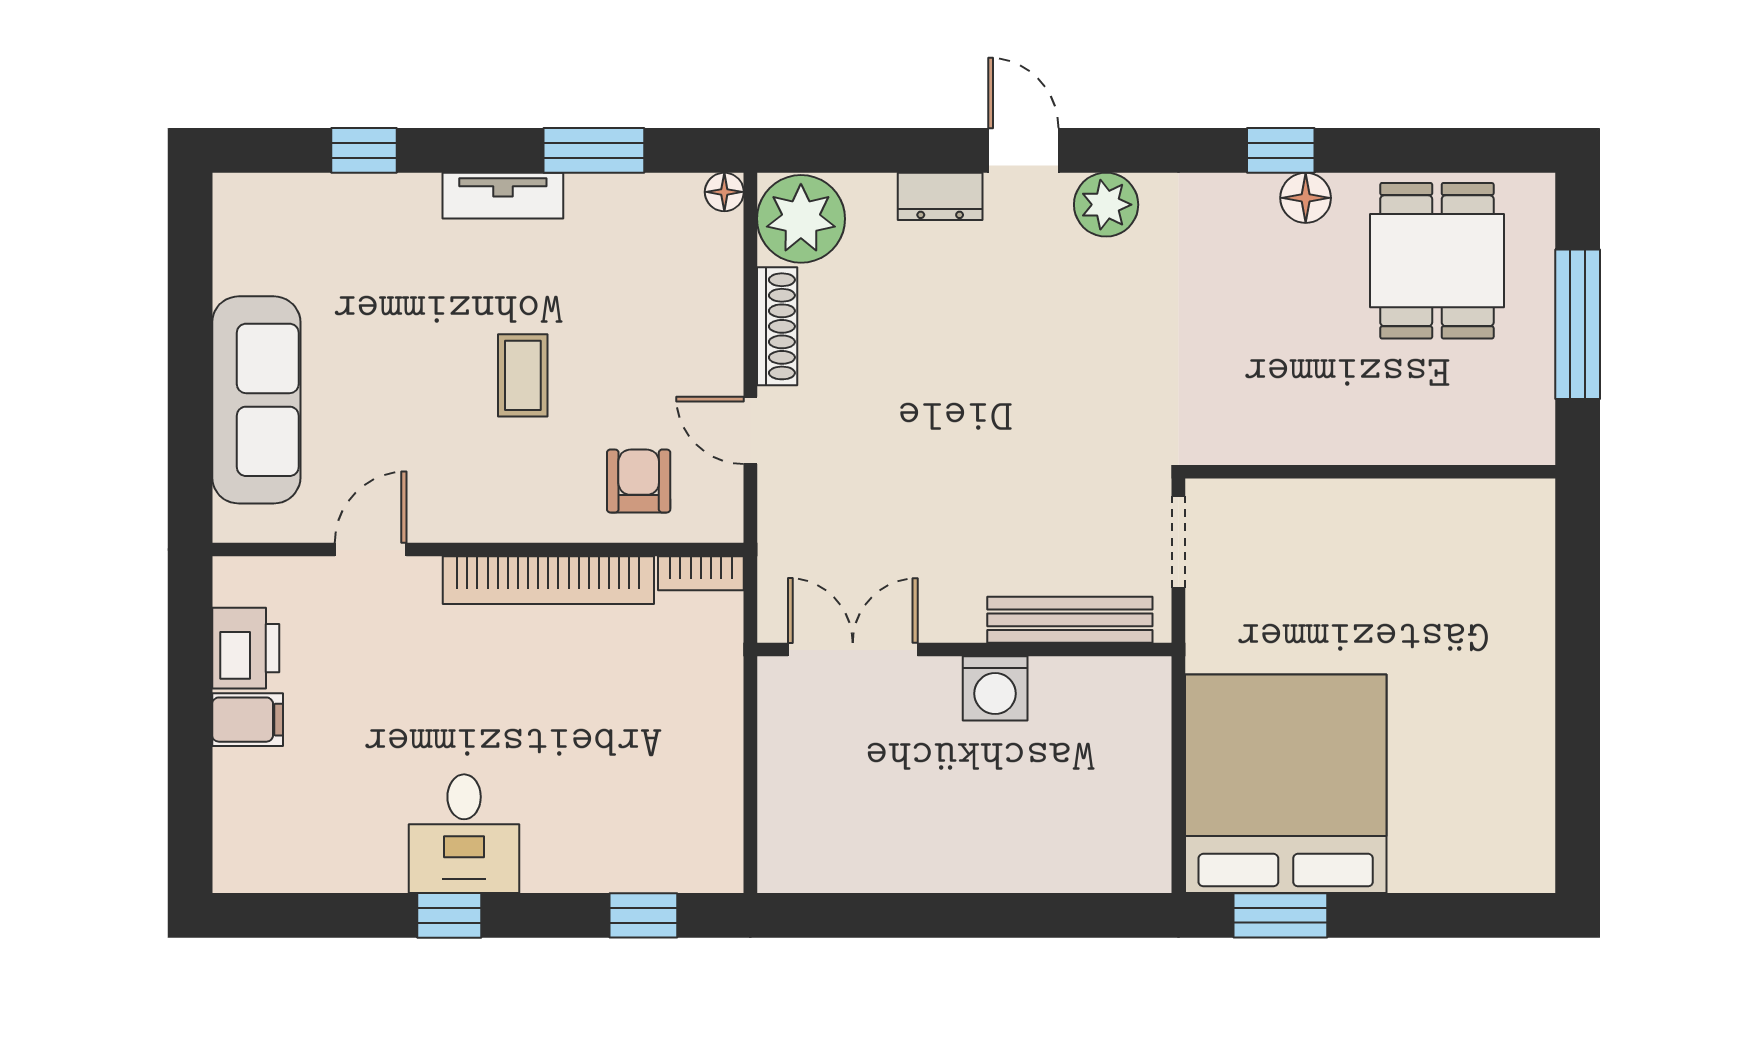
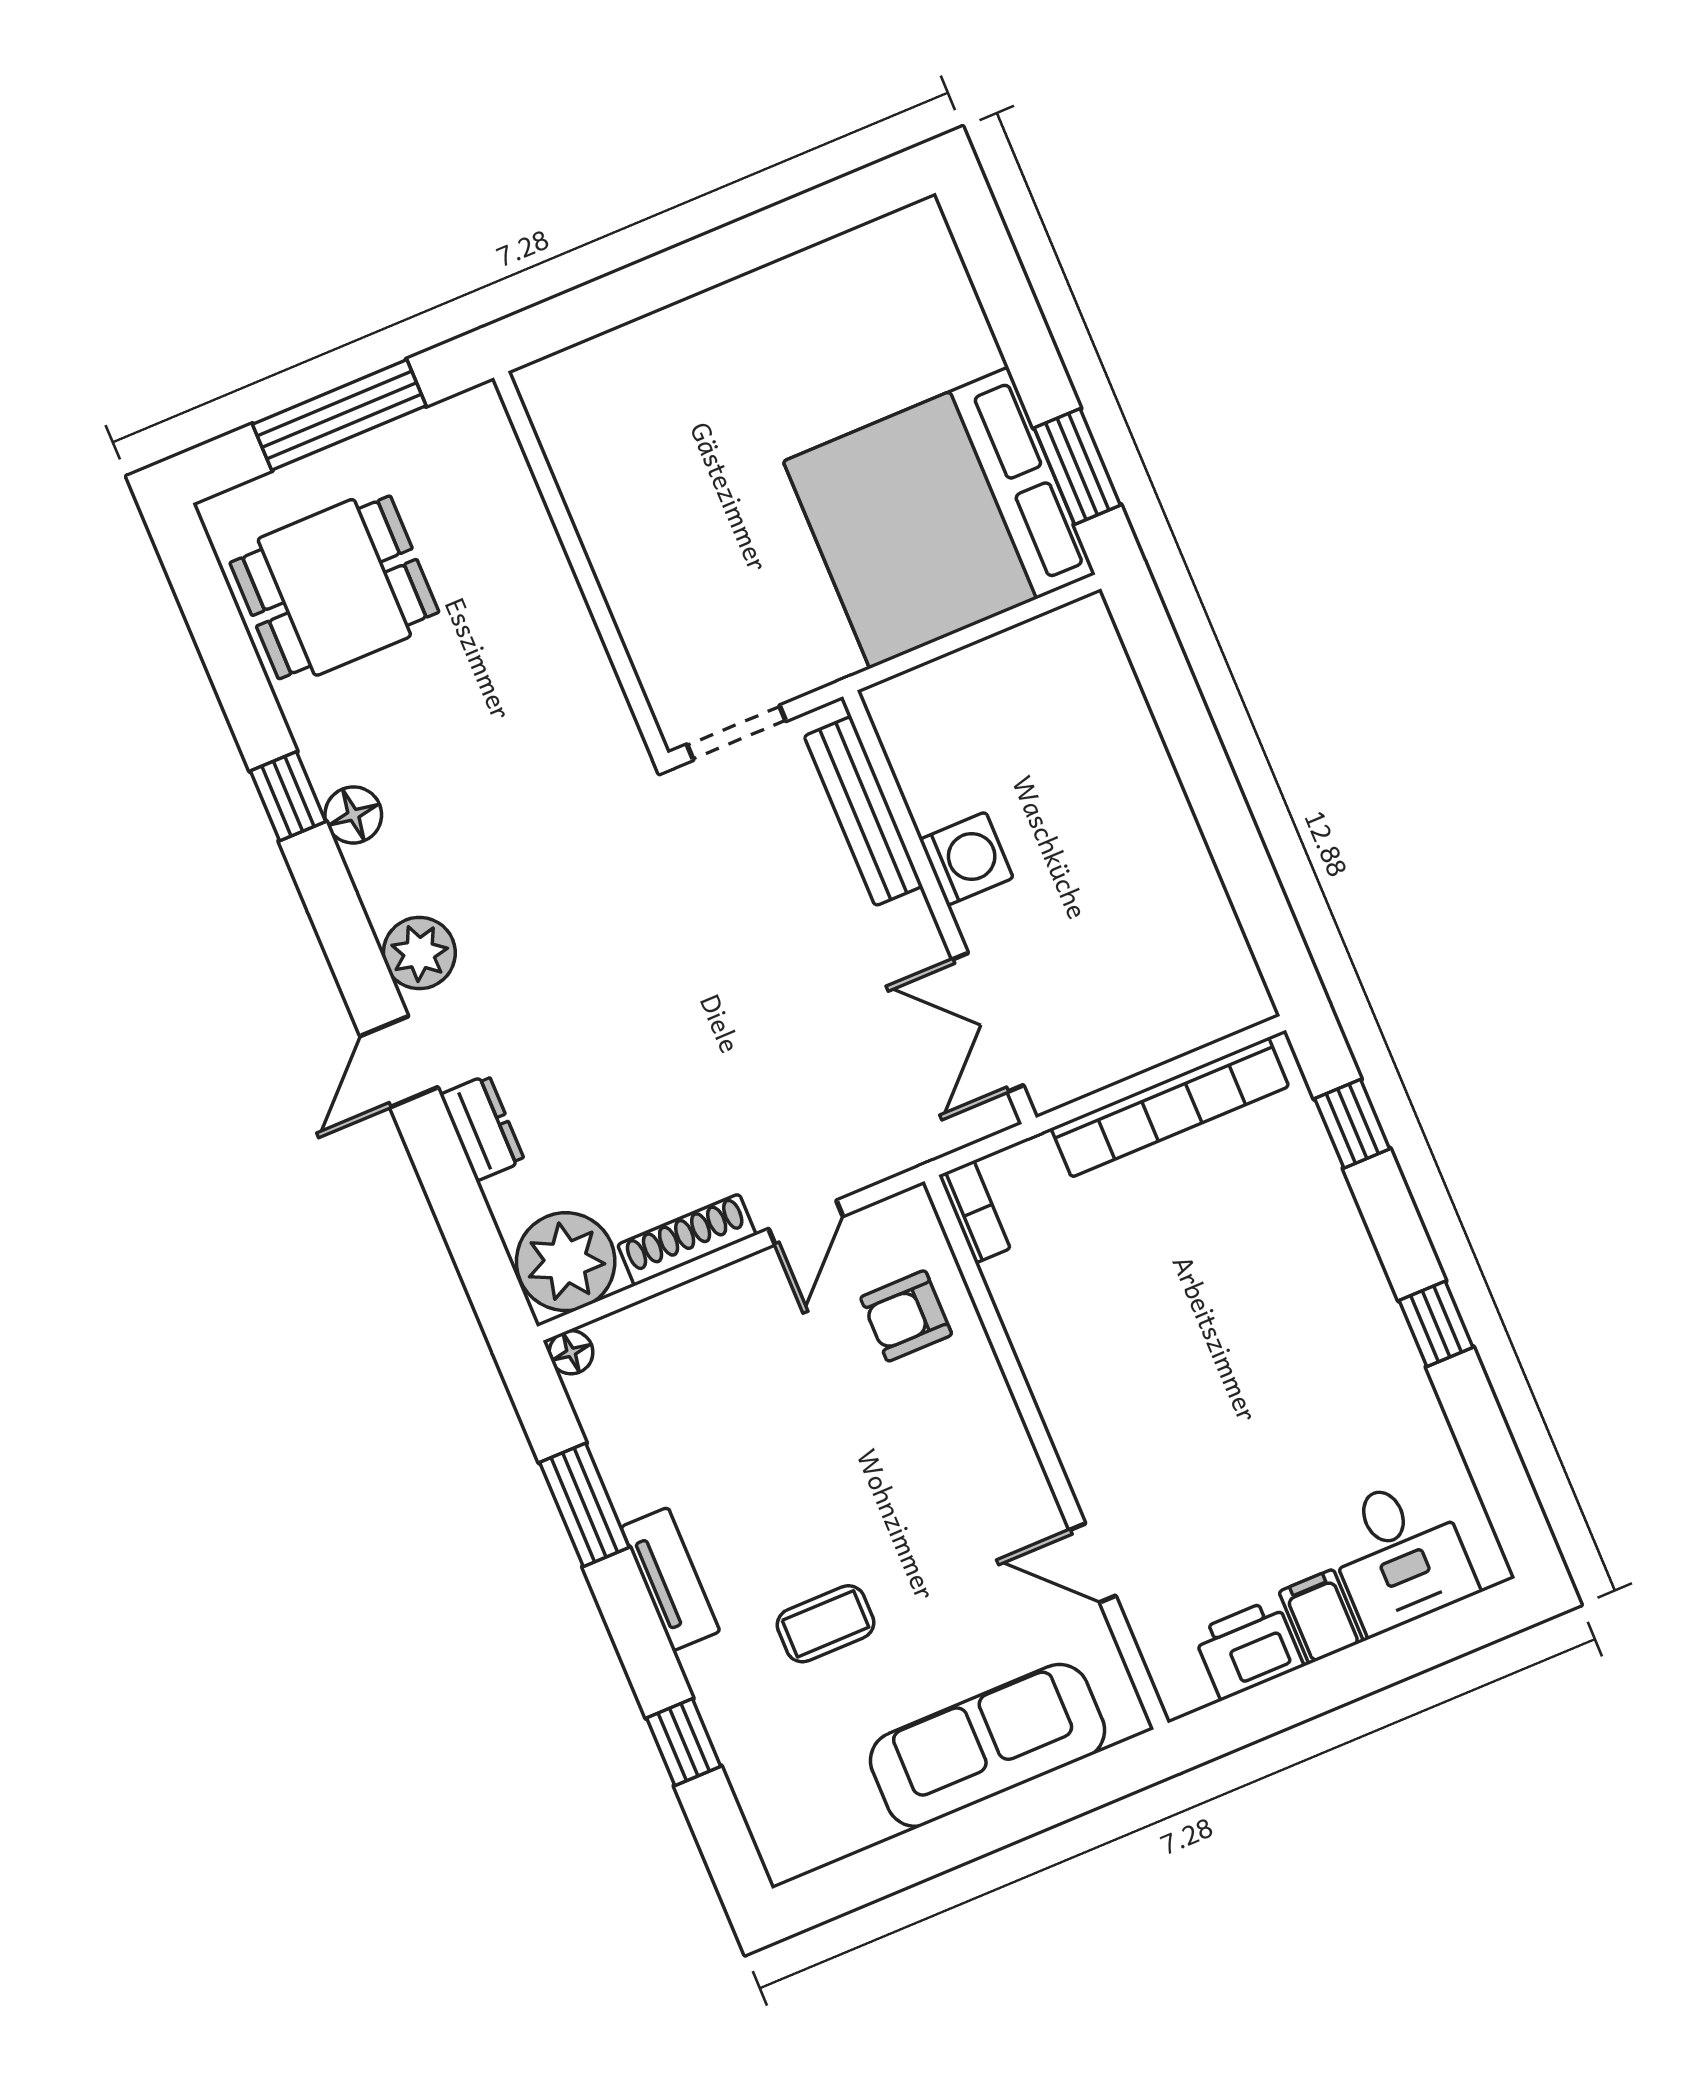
floor lamp: (1306, 198) -> (353, 815), moved
coffee table: (523, 375) -> (825, 1624), moved
bookcase: (548, 580) -> (1170, 1107), moved, turned 90
desk: (464, 834) -> (1399, 1555), moved, turned 90

